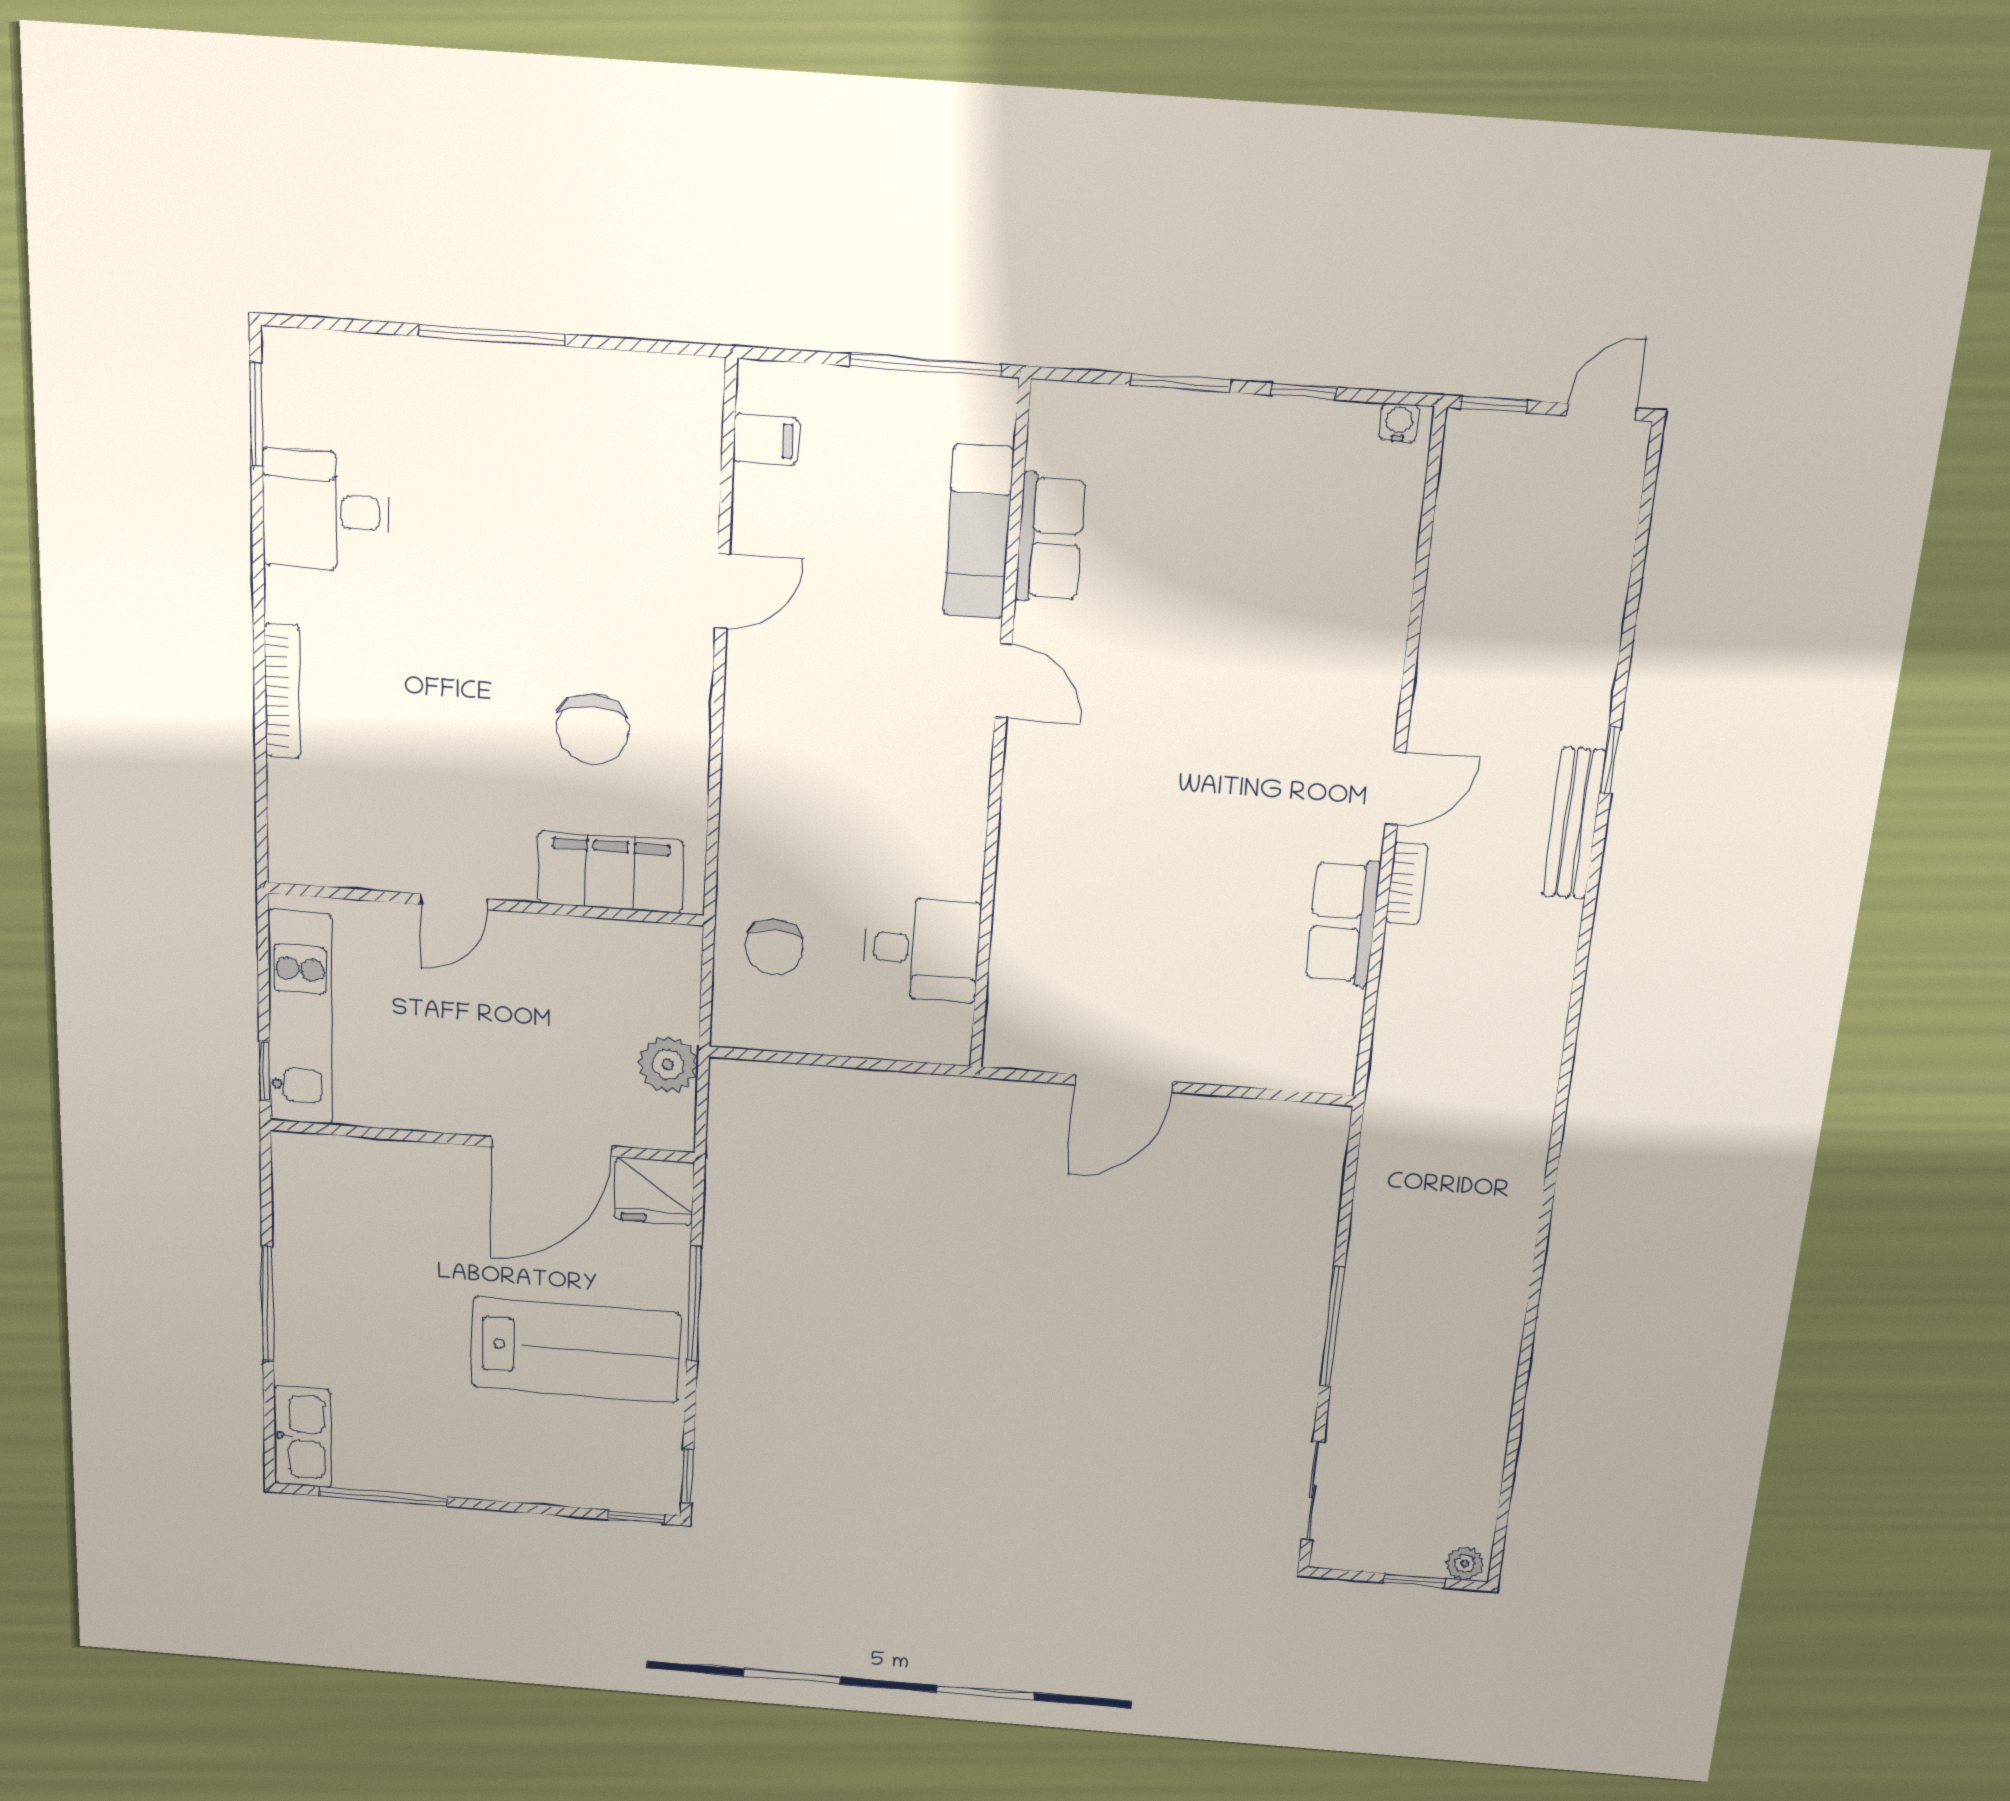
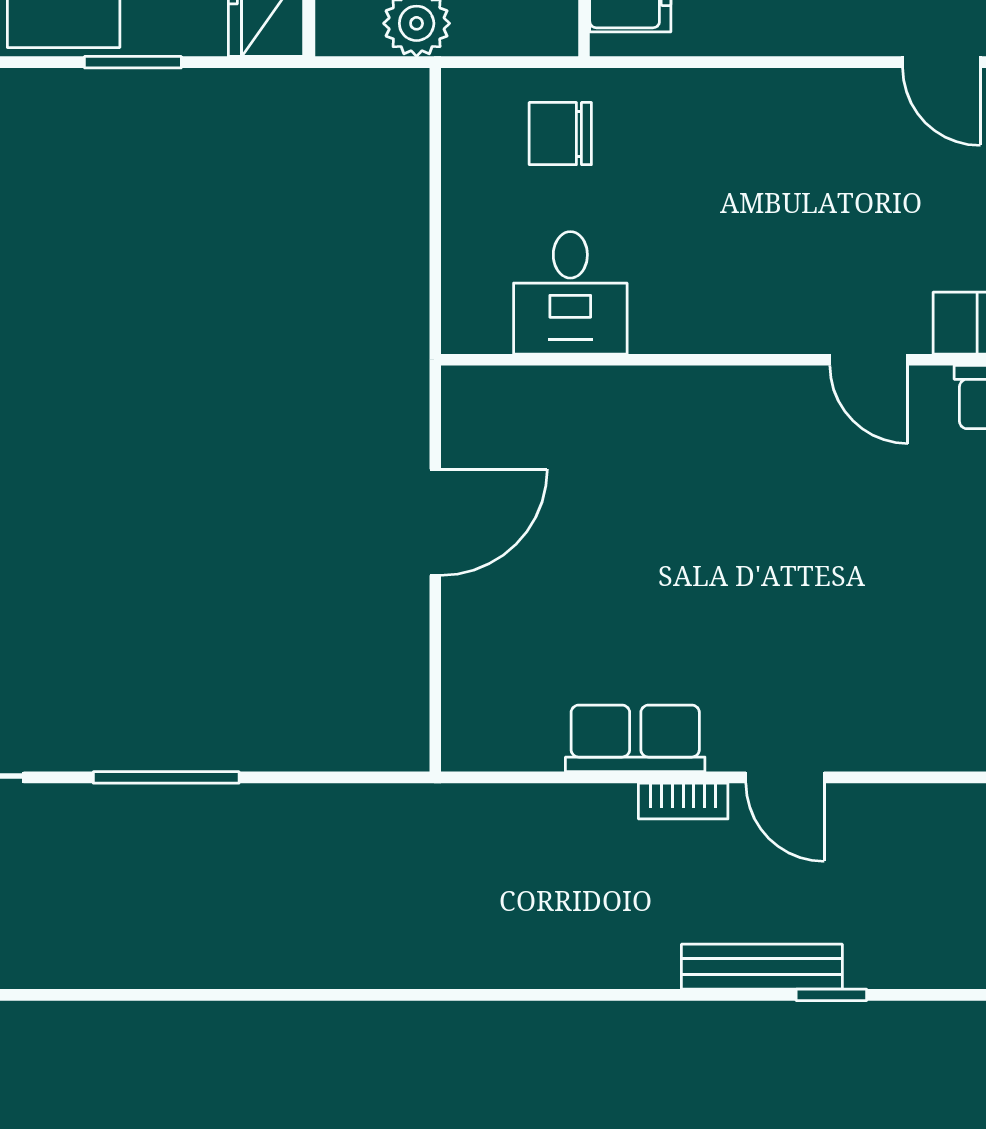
door: (1003, 681) -> (869, 360), hinge flipped
door: (1124, 1083) -> (435, 522), swing flipped
window: (694, 1304) -> (133, 62), width x0.69

